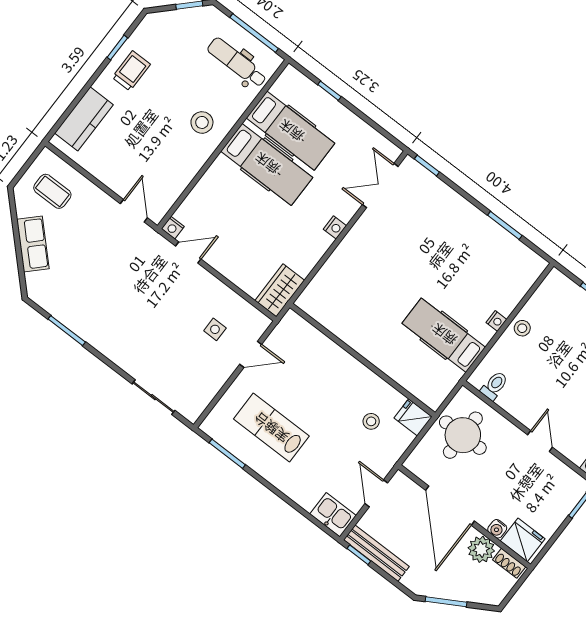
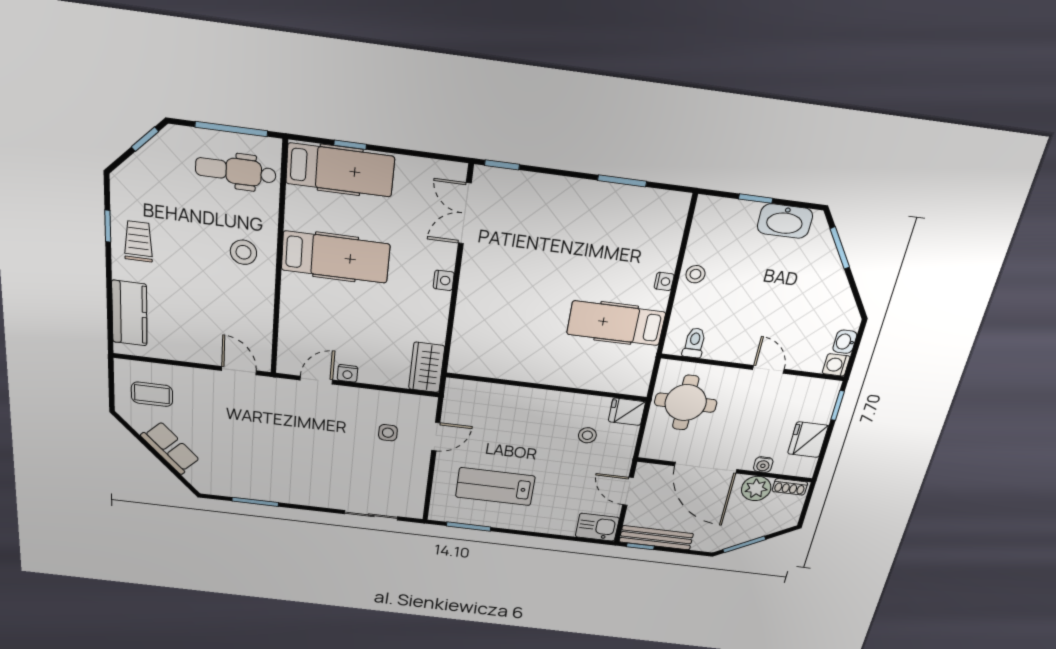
hospital bed: (291, 131) -> (340, 170), moved
nightstand: (173, 228) -> (348, 373), moved
fridge: (523, 540) -> (808, 440), moved, turned -90

